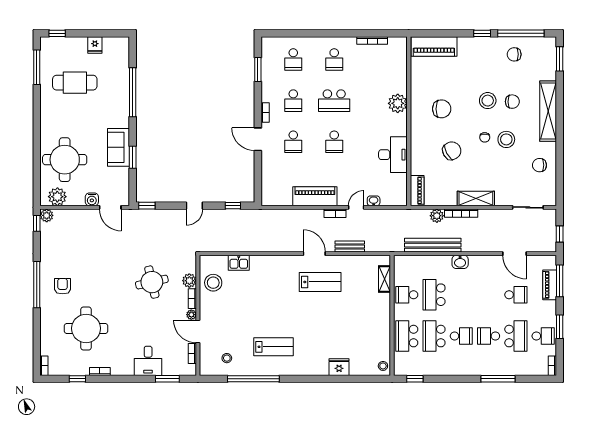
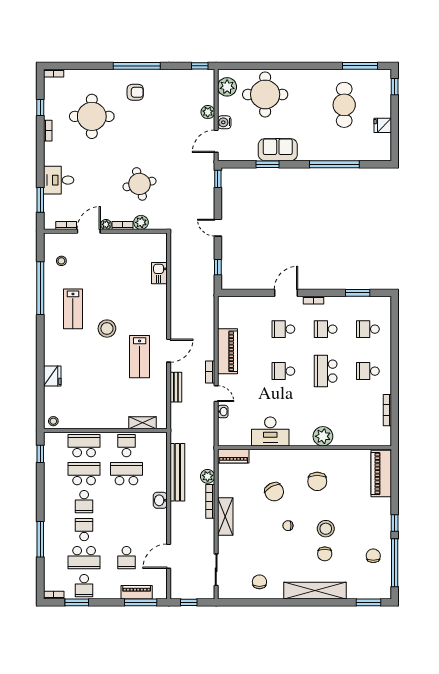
stool: (506, 139) -> (286, 548), removed
plant: (47, 215) -> (208, 112), moved
stool: (213, 283) -> (107, 329), moved
window: (560, 327) -> (77, 602), moved

